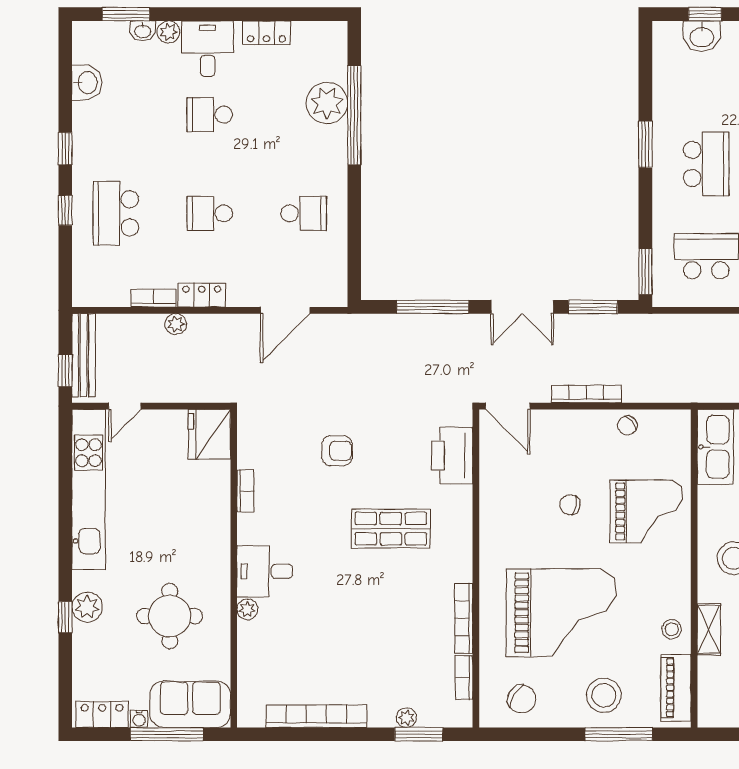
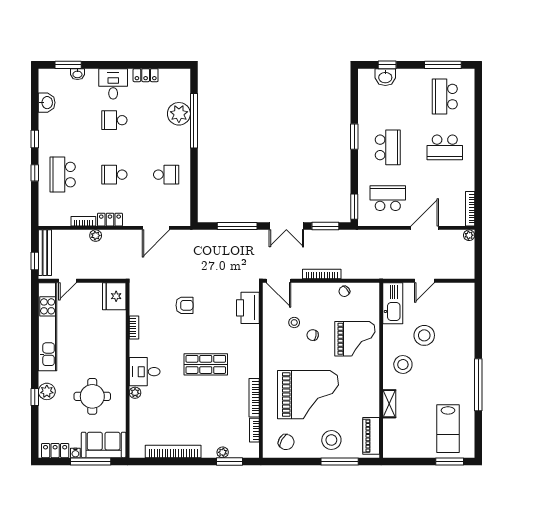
plant: (168, 32) -> (92, 75), removed
shop shelf: (391, 529) -> (206, 364), moved
stool: (672, 629) -> (294, 322), moved

